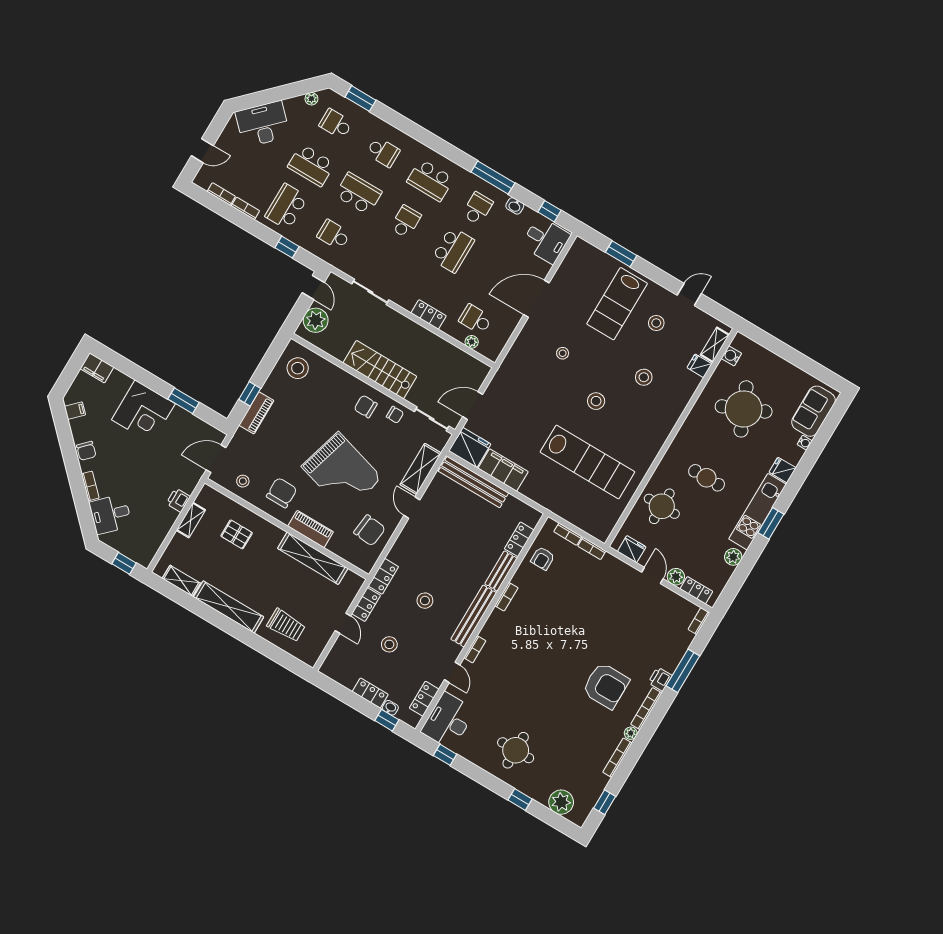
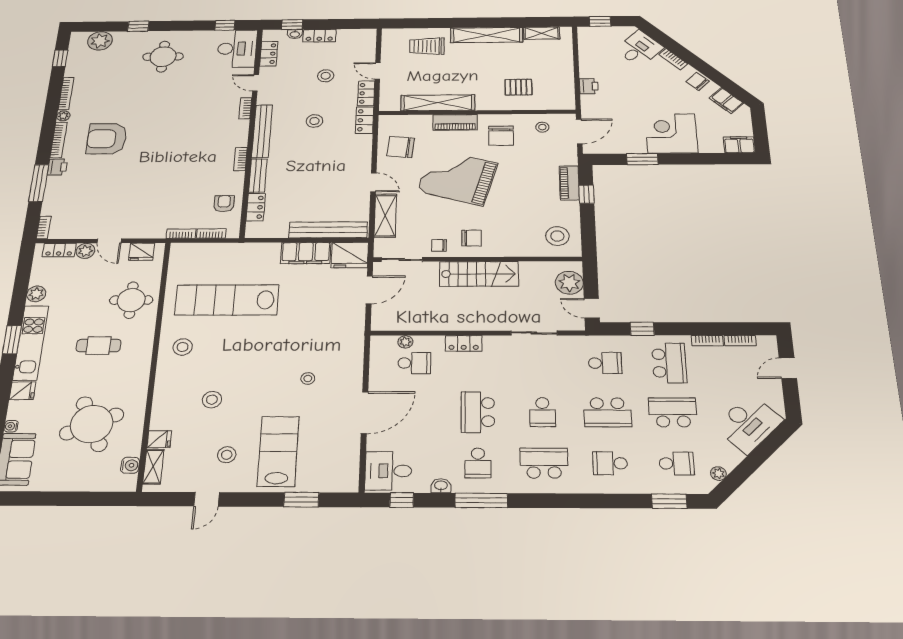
stool: (596, 401) -> (183, 347), moved
filing cabinet: (75, 411) -> (726, 101), width x2.00
shelving: (191, 520) -> (567, 78), removed

